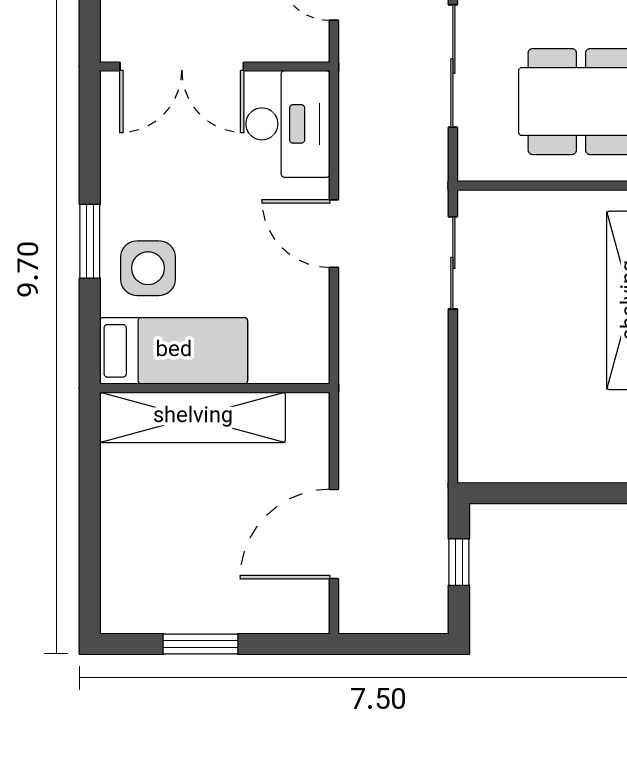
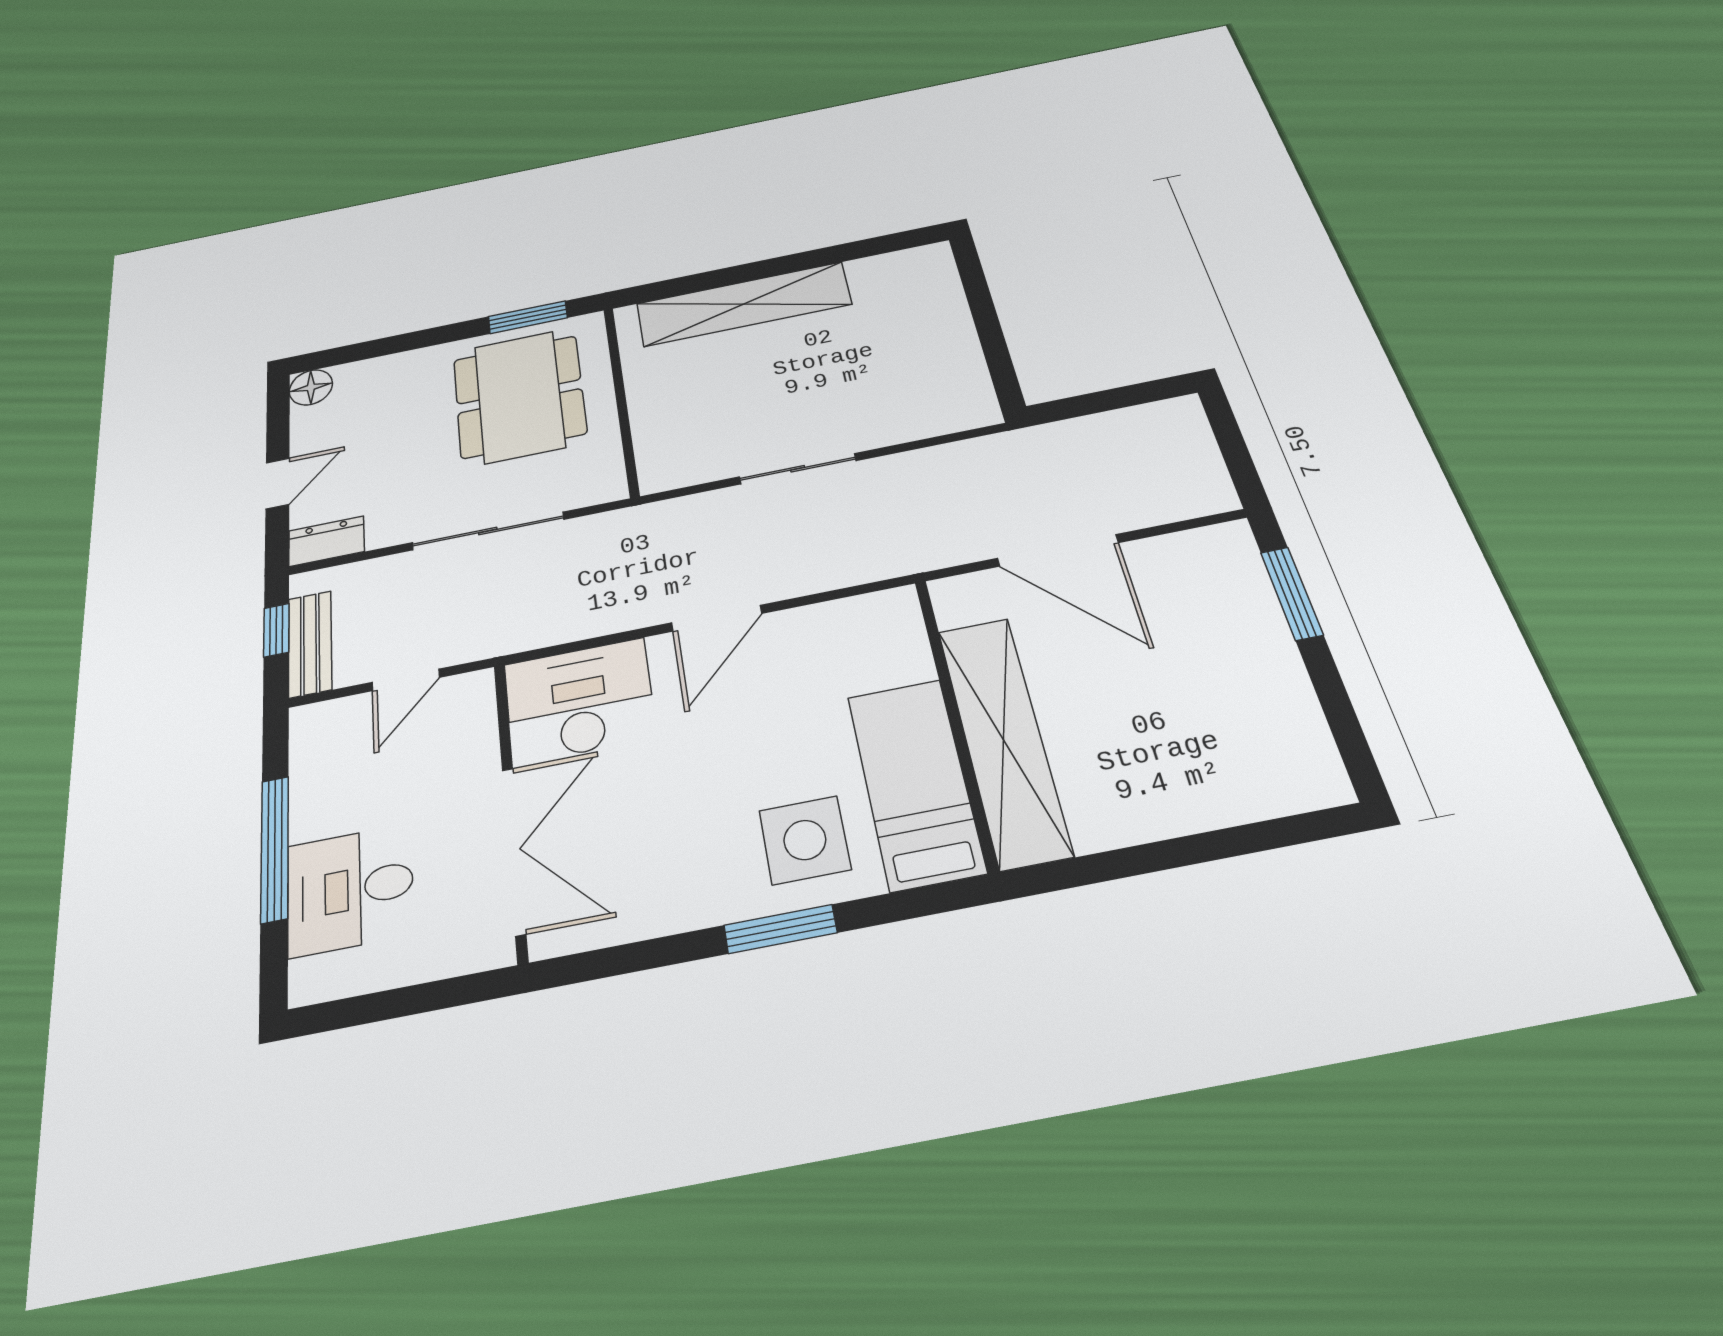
sliding door: (453, 263) -> (798, 469), moved
door: (334, 534) -> (1058, 550), moved
window: (459, 562) -> (1103, 401), removed
window: (200, 644) -> (1292, 593), moved

